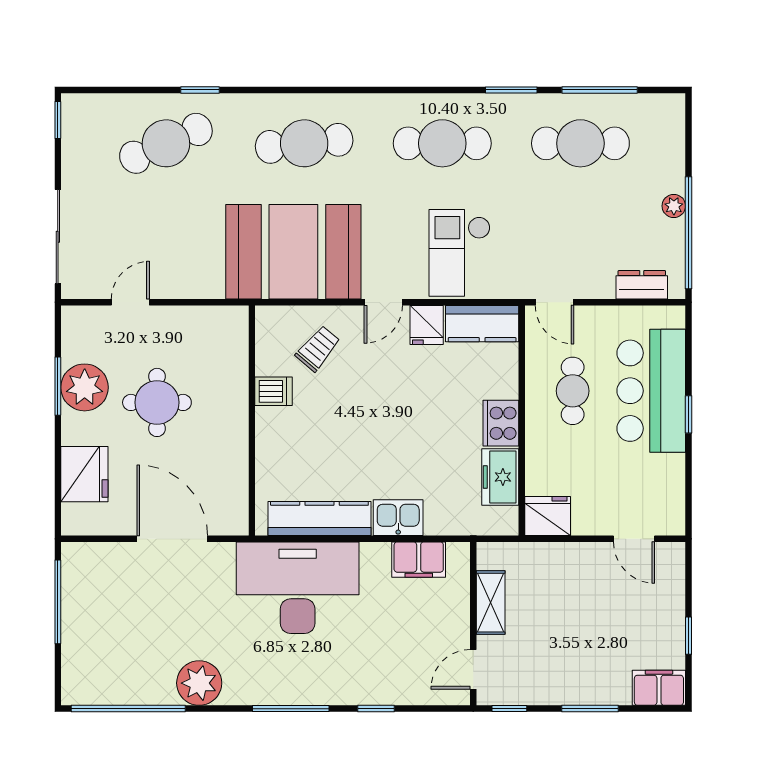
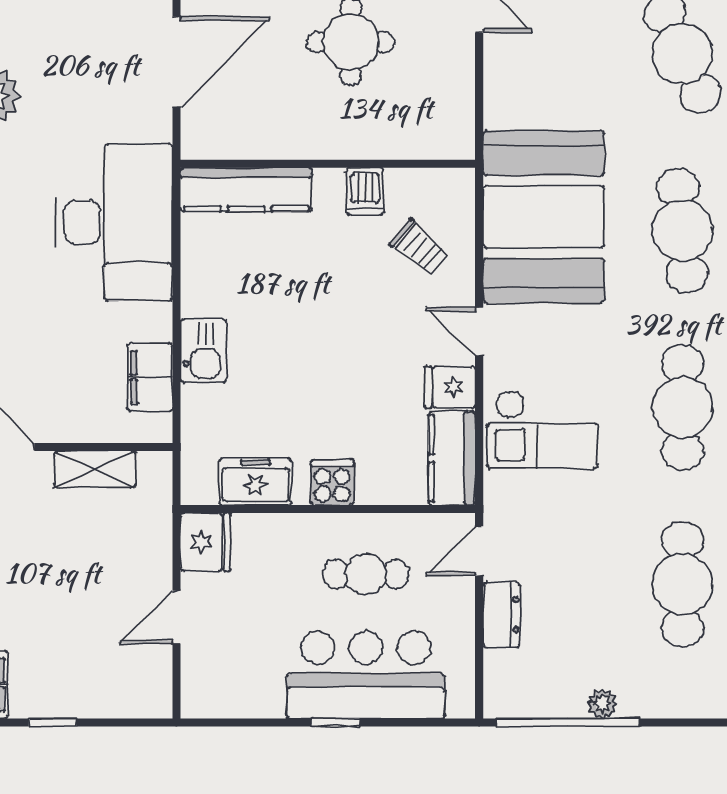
checkout: (460, 253) -> (542, 429), turned 180
dresser: (642, 285) -> (501, 615), moved
cooker: (501, 423) -> (332, 482), width x0.73
kitchen counter: (319, 519) -> (246, 190), moved, turned 90
door: (634, 539) -> (176, 617), moved

